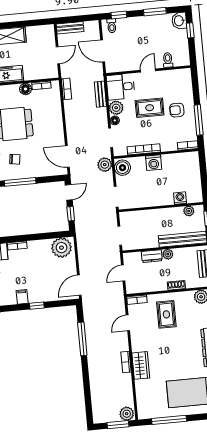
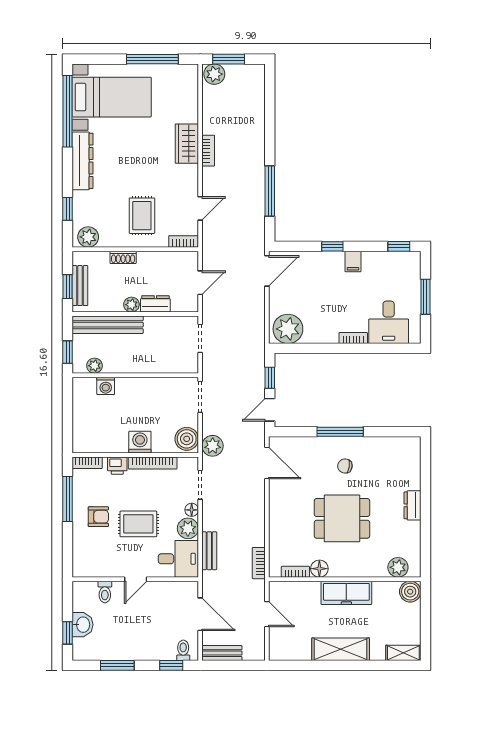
washbasin: (179, 21) -> (83, 625), moved
bench: (70, 28) -> (222, 653), moved
door: (58, 55) -> (267, 614), swing flipped
printer: (167, 145) -> (117, 466), added

